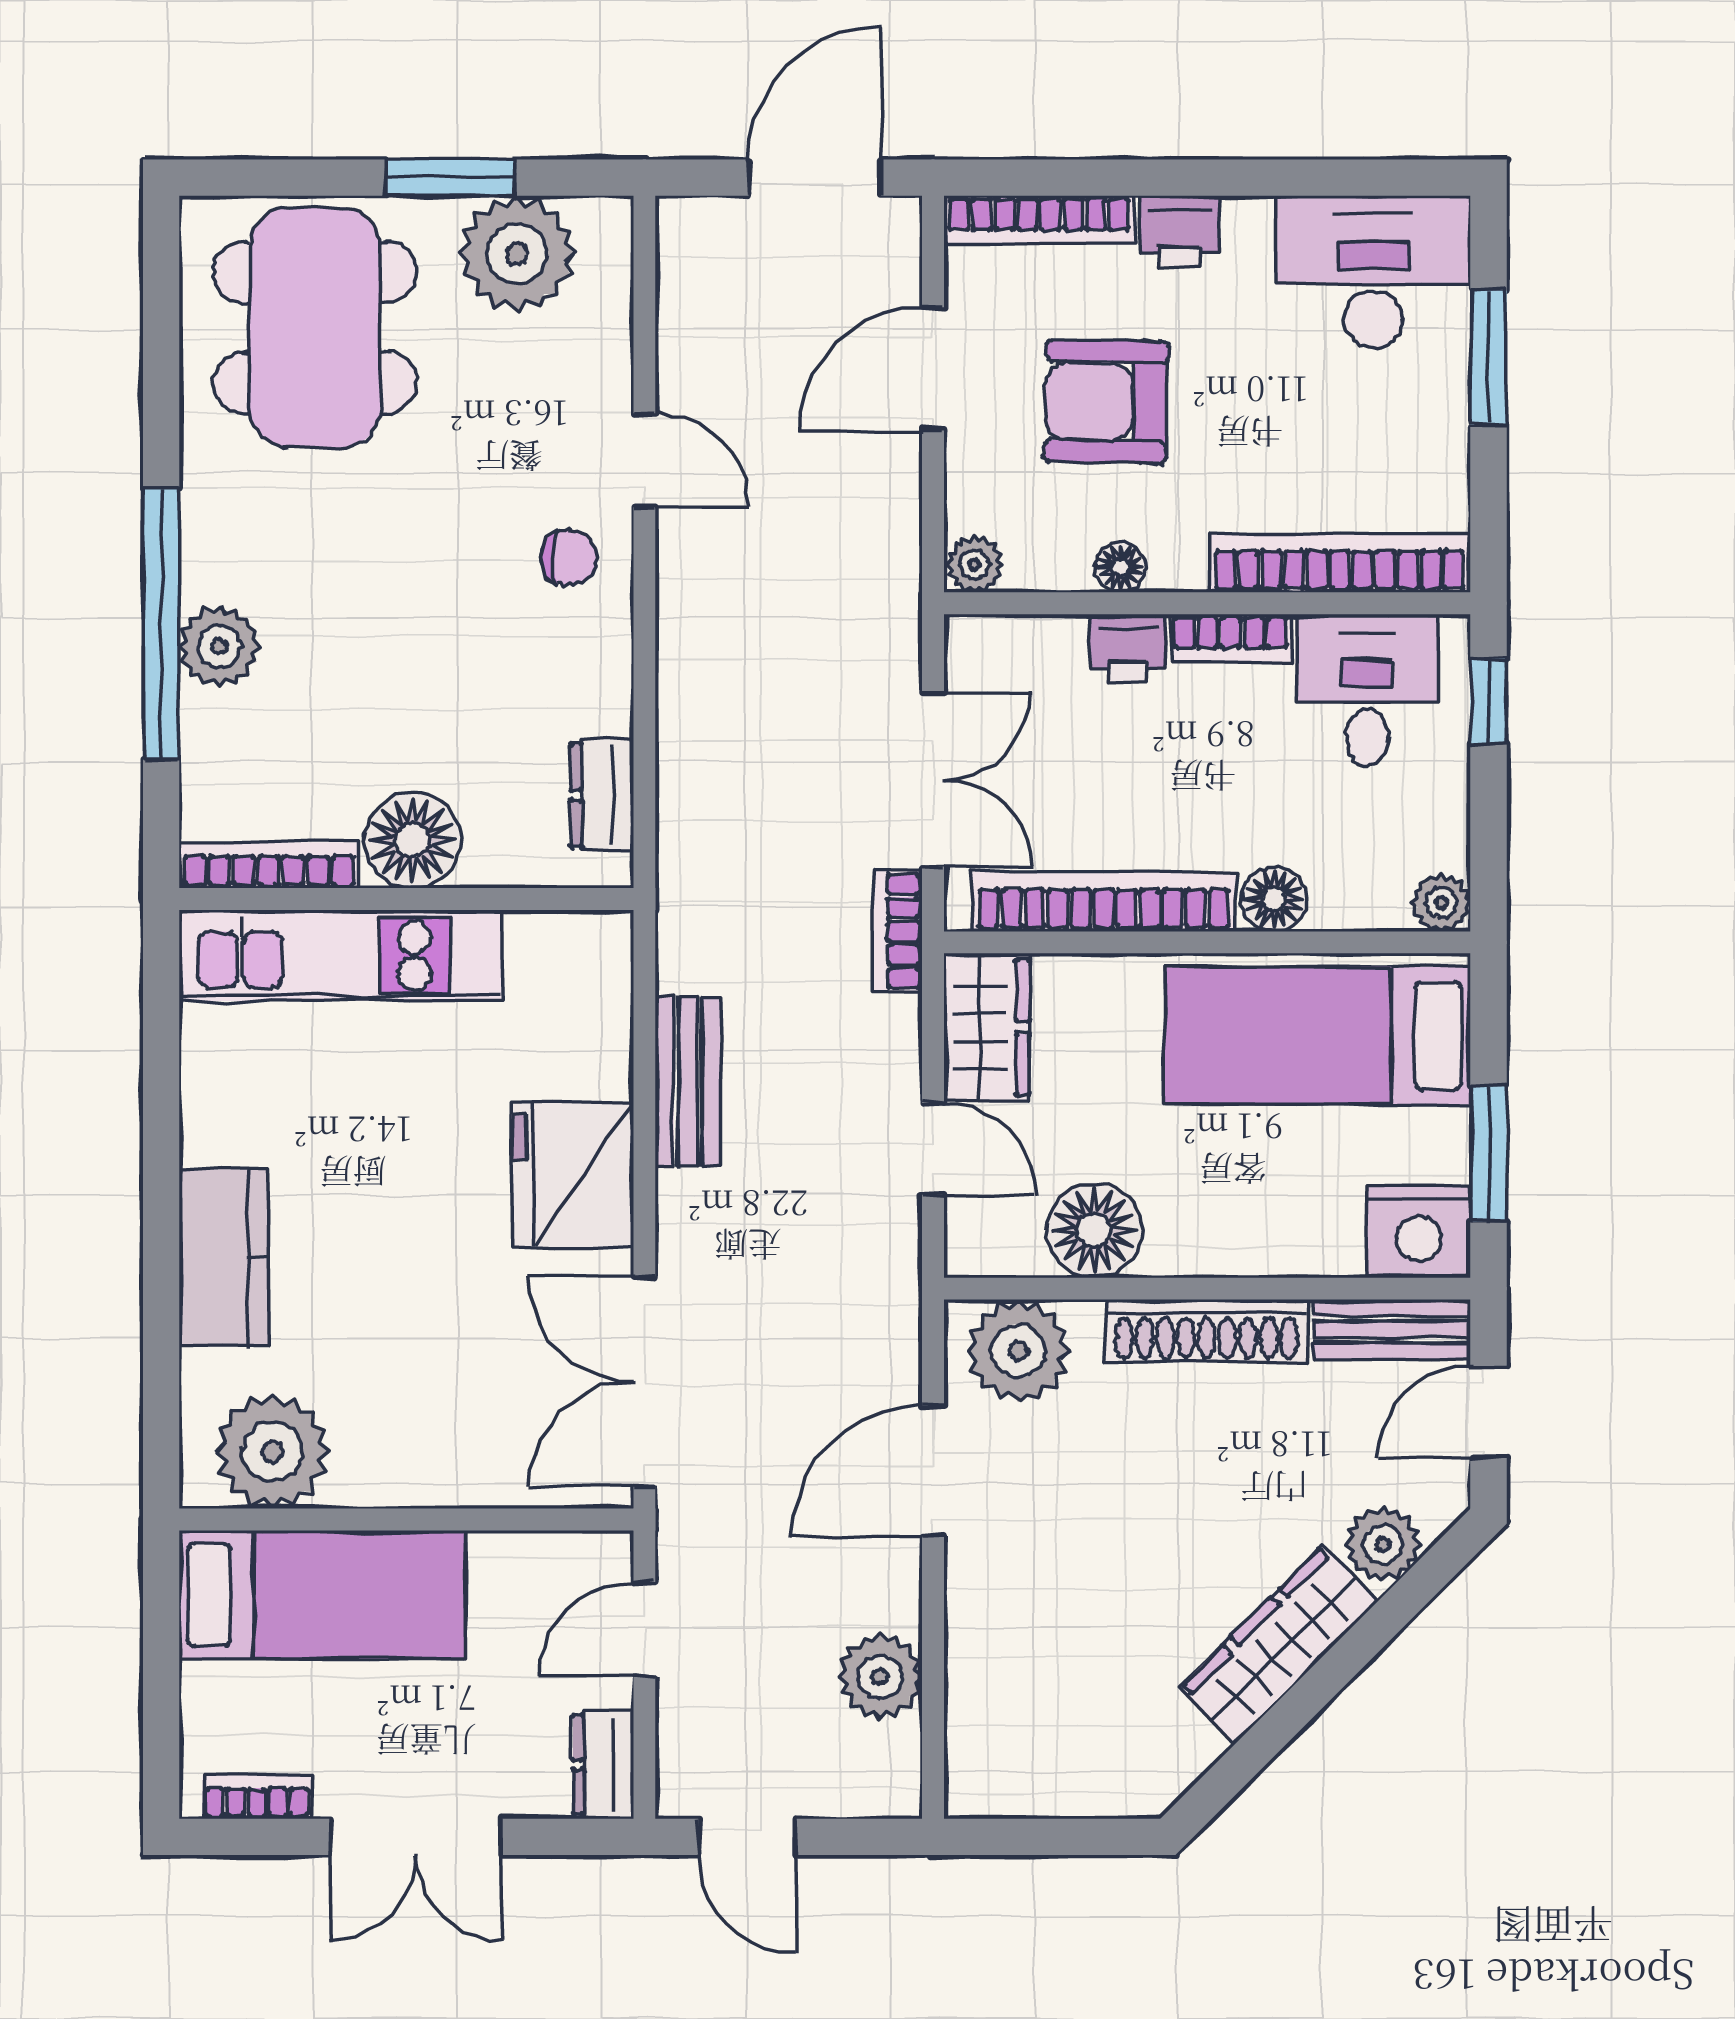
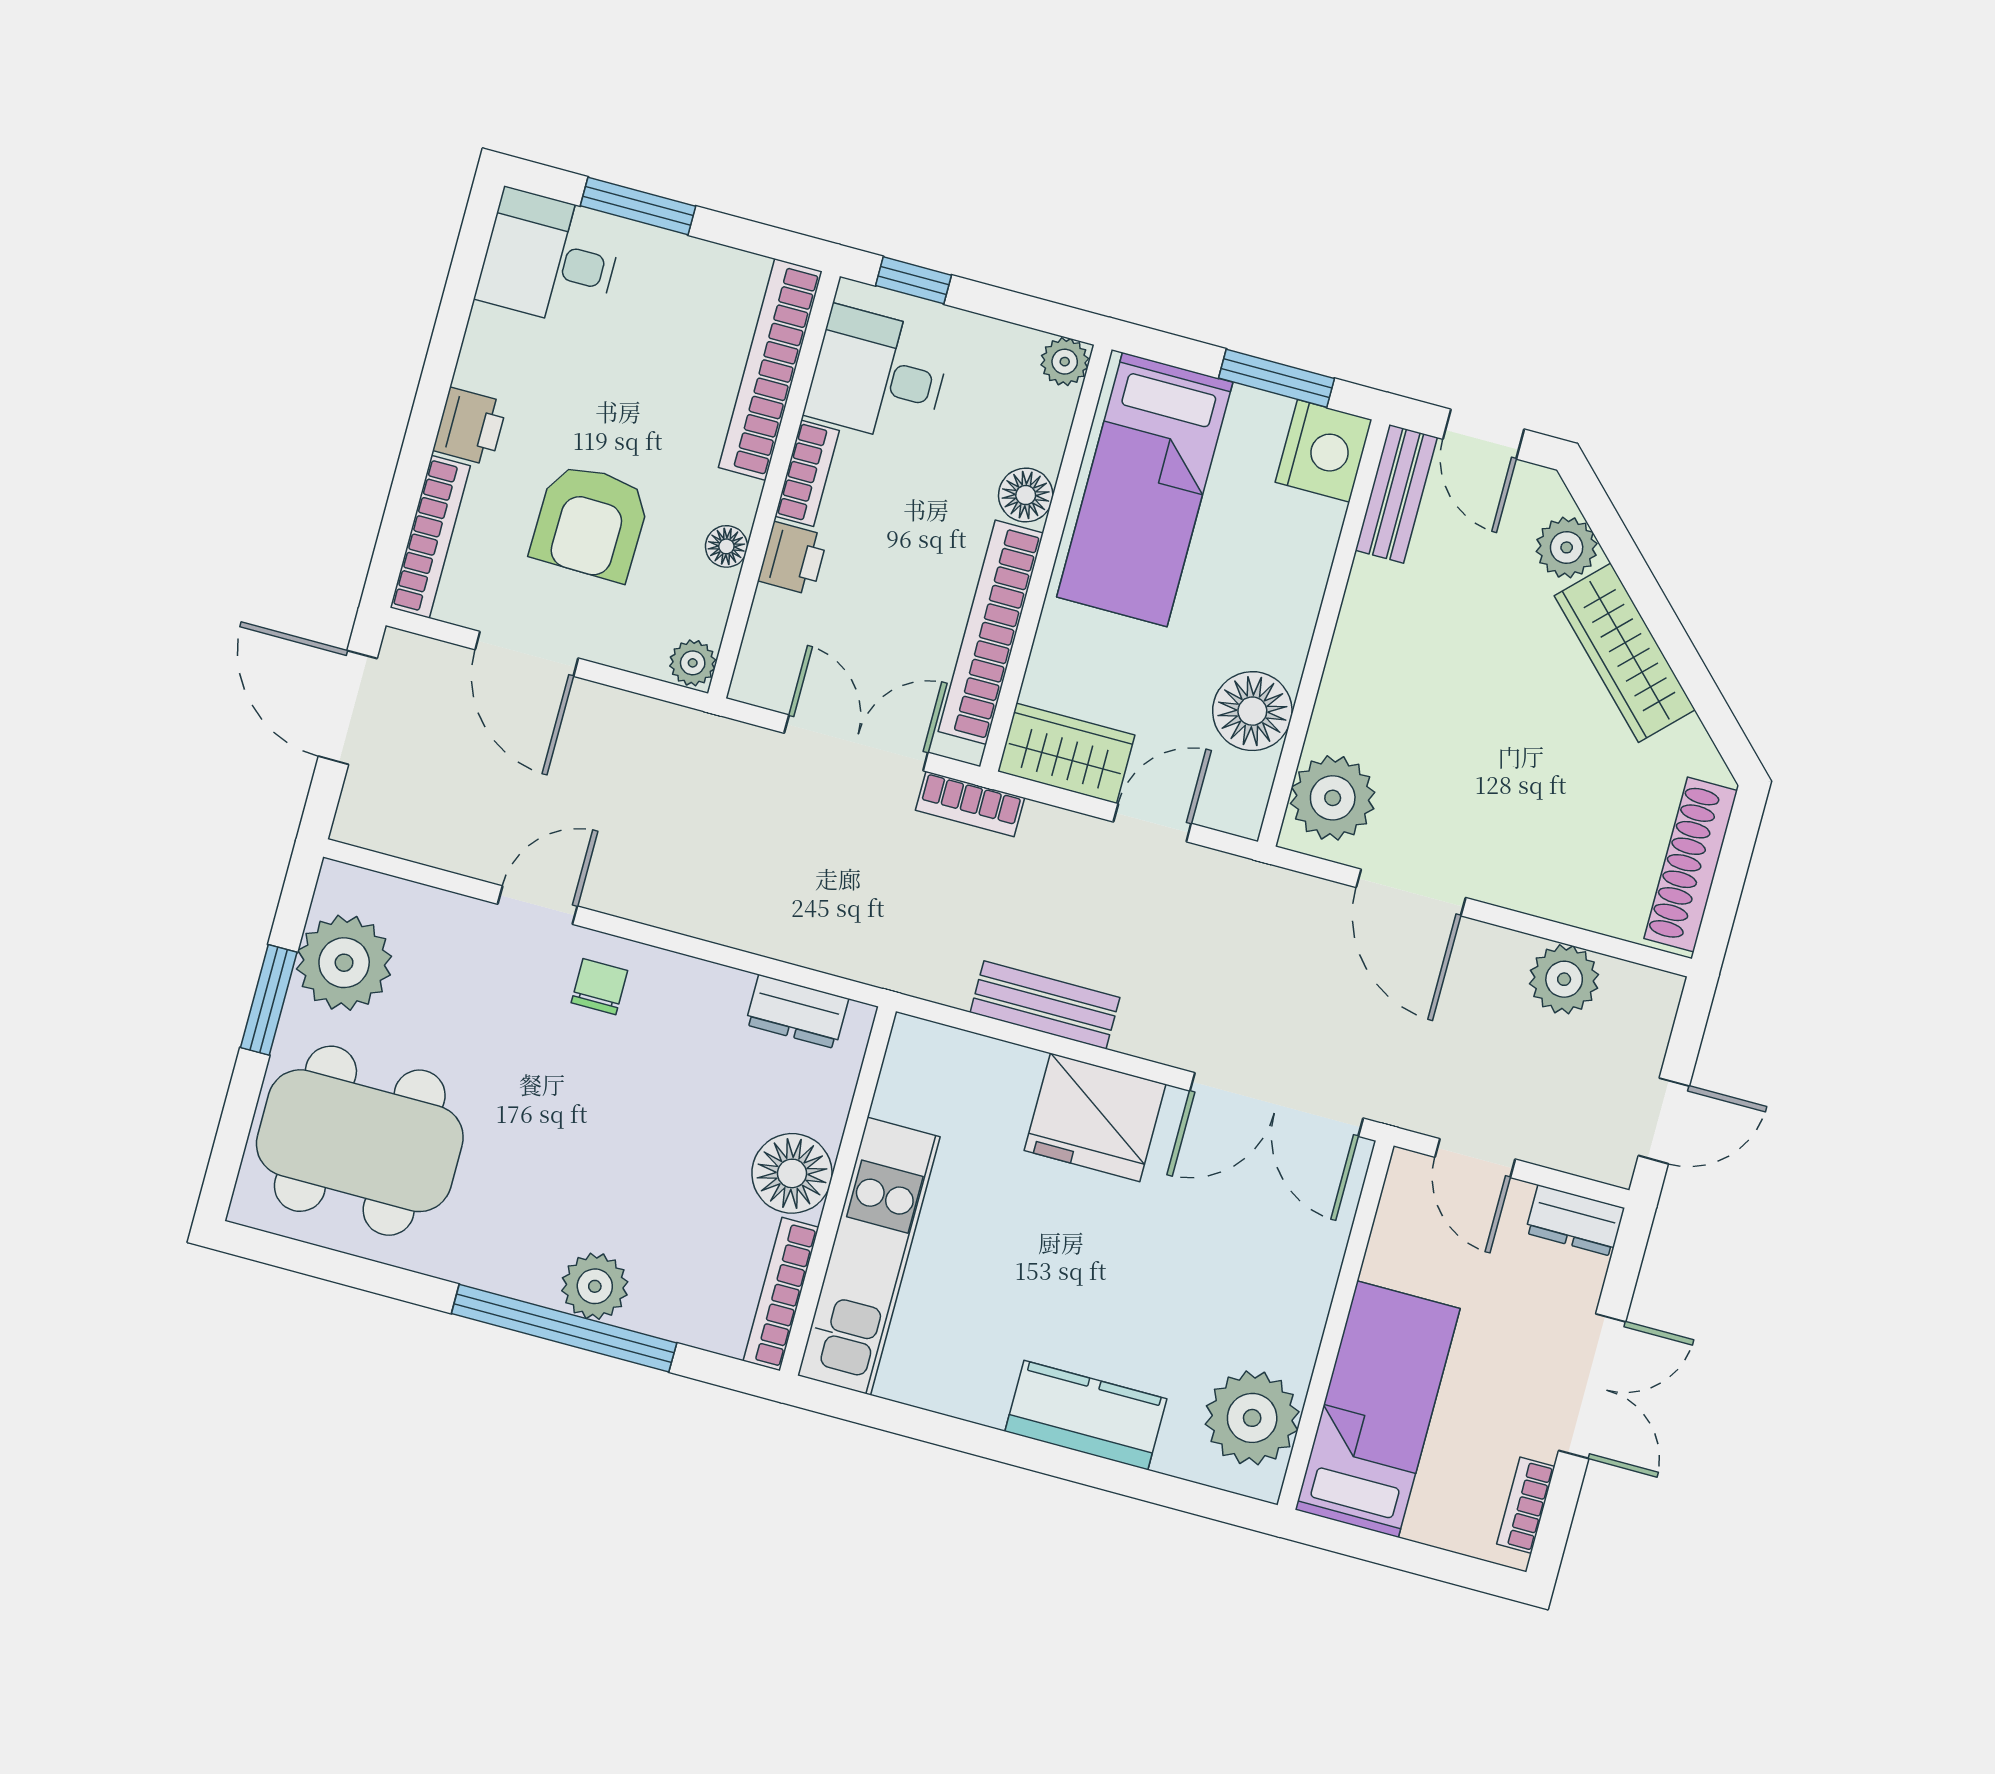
desk: (1373, 272) -> (550, 259), width x0.73
shoe rack: (1207, 1331) -> (1691, 865), moved, turned 180

